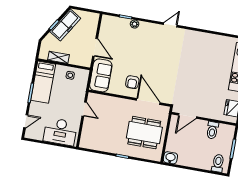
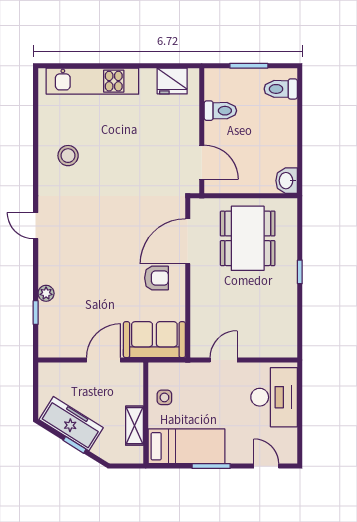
stool: (203, 48) -> (68, 156), added

